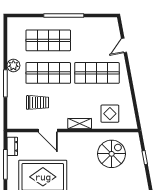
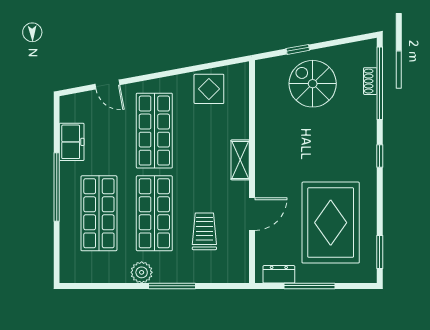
freezer: (90, 24) -> (72, 142), added
display table: (110, 114) -> (209, 89), moved
spiral stairs: (112, 154) -> (313, 84), moved

